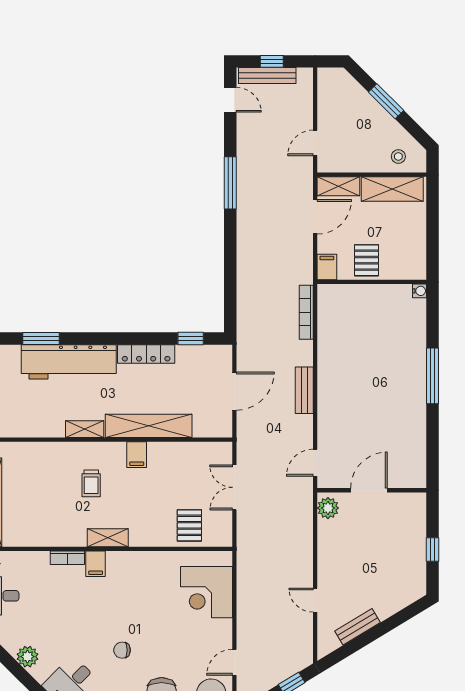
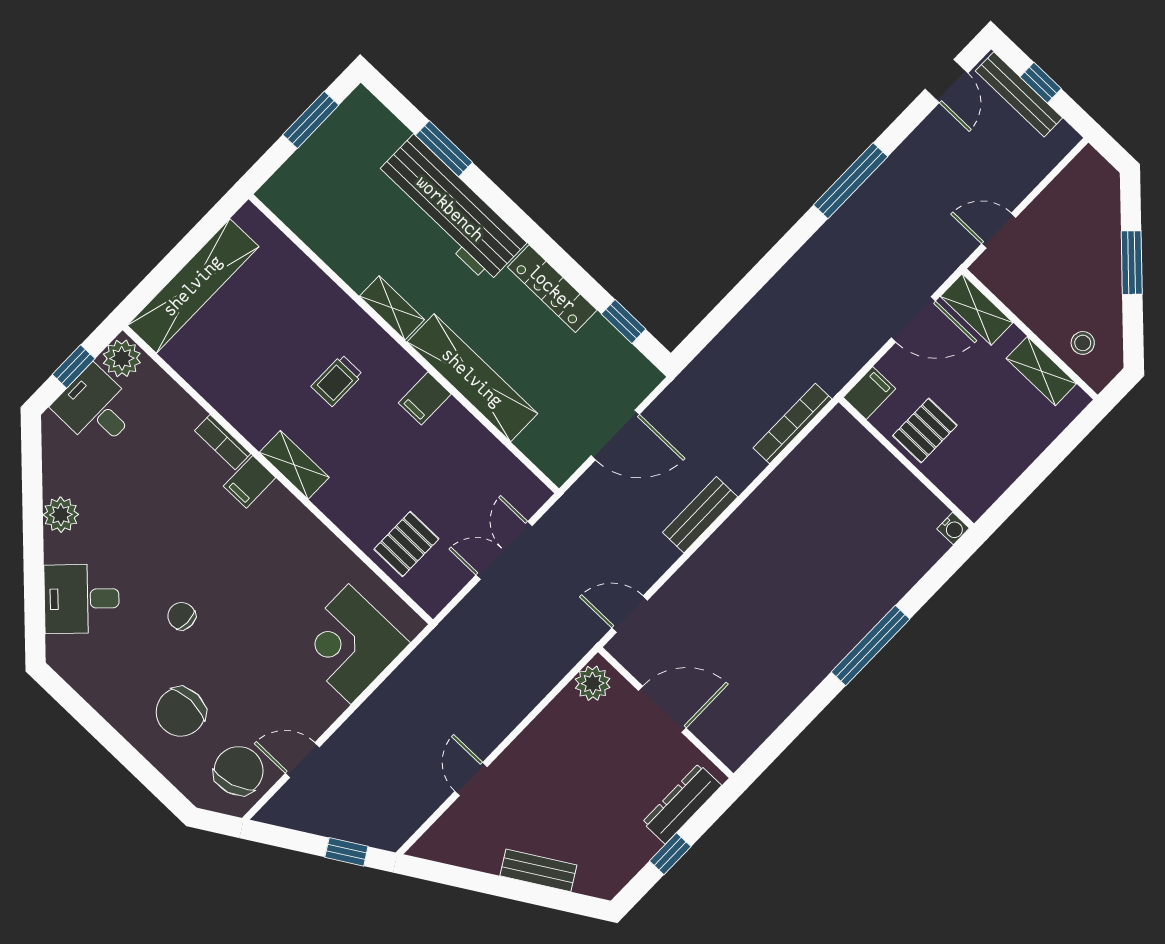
shelving: (392, 189) -> (1041, 371), width x0.67, depth x0.75
dresser: (417, 523) -> (682, 804), added
bench: (358, 627) -> (538, 870), moved

